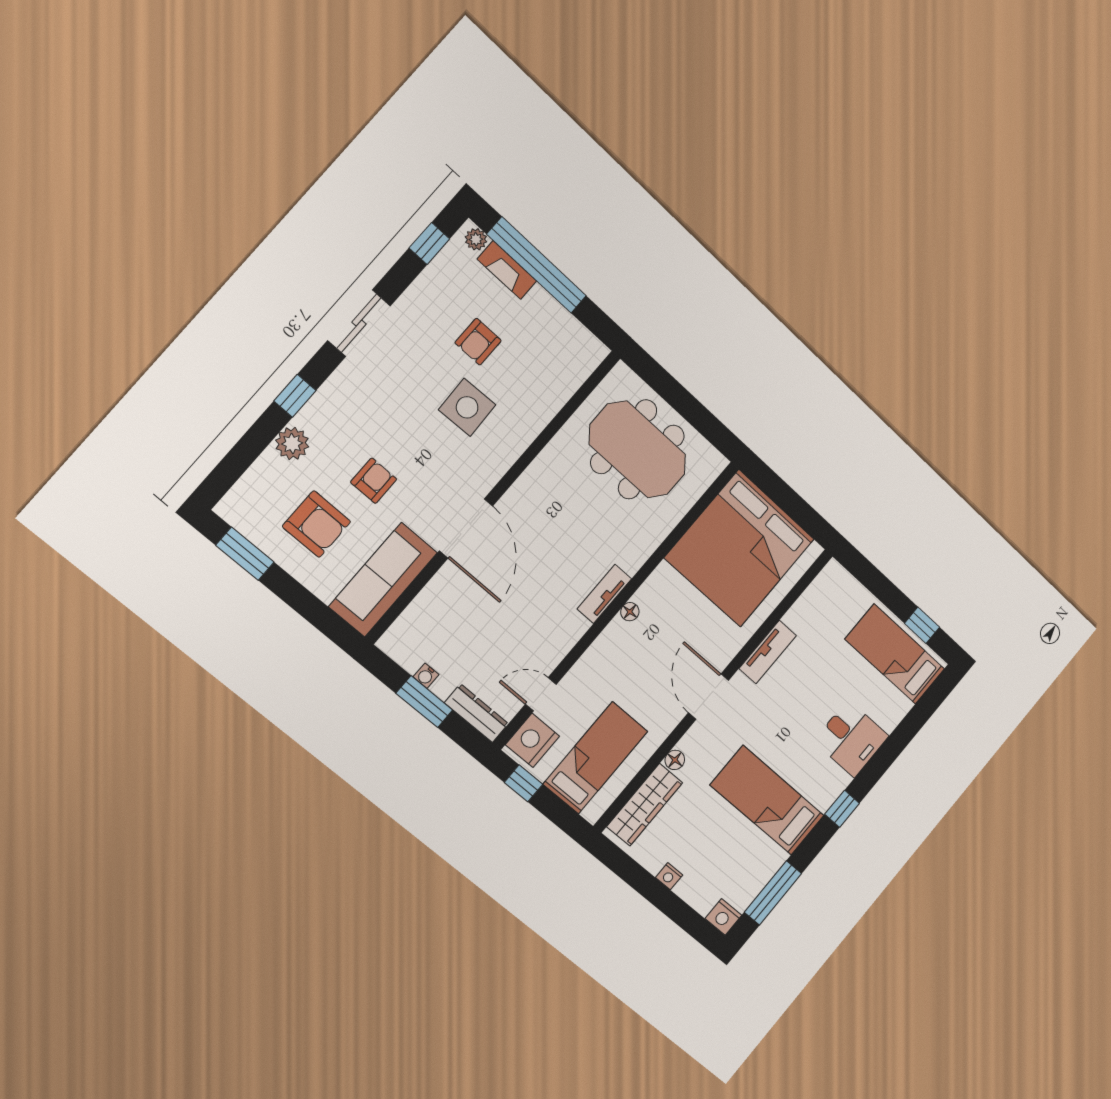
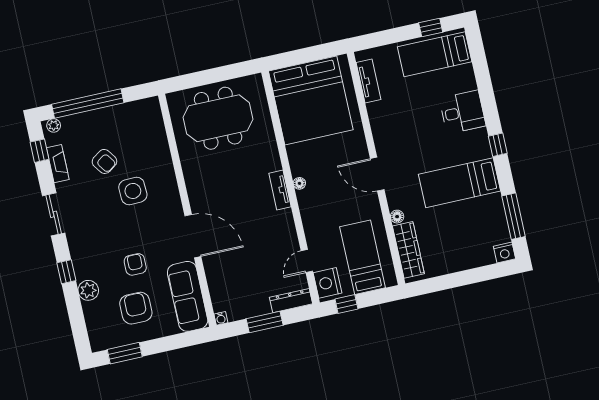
fireplace: (507, 270) -> (58, 164), moved, turned -90
armchair: (478, 342) -> (104, 161), turned -35
armchair: (317, 524) -> (136, 308), turned -90
tv unit: (768, 652) -> (368, 81), moved
water cooler: (426, 676) -> (221, 318), moved
nightstand: (669, 876) -> (458, 265), removed

